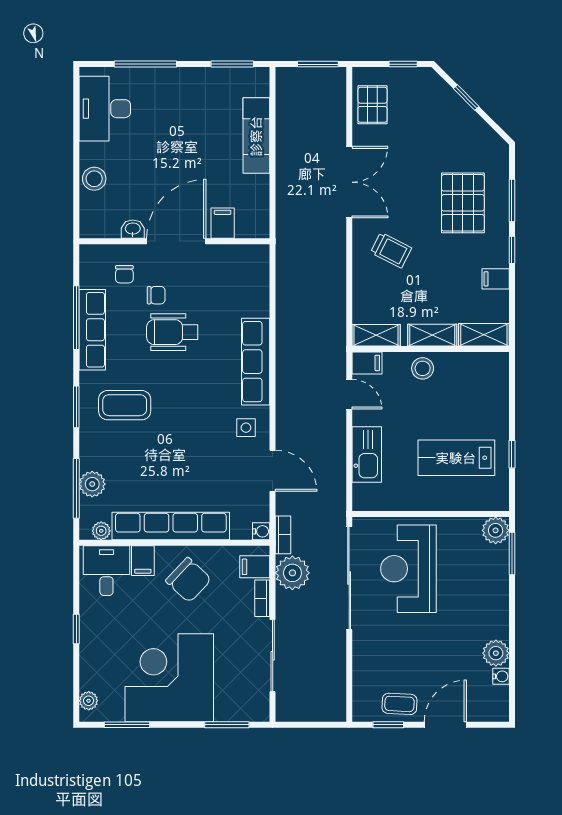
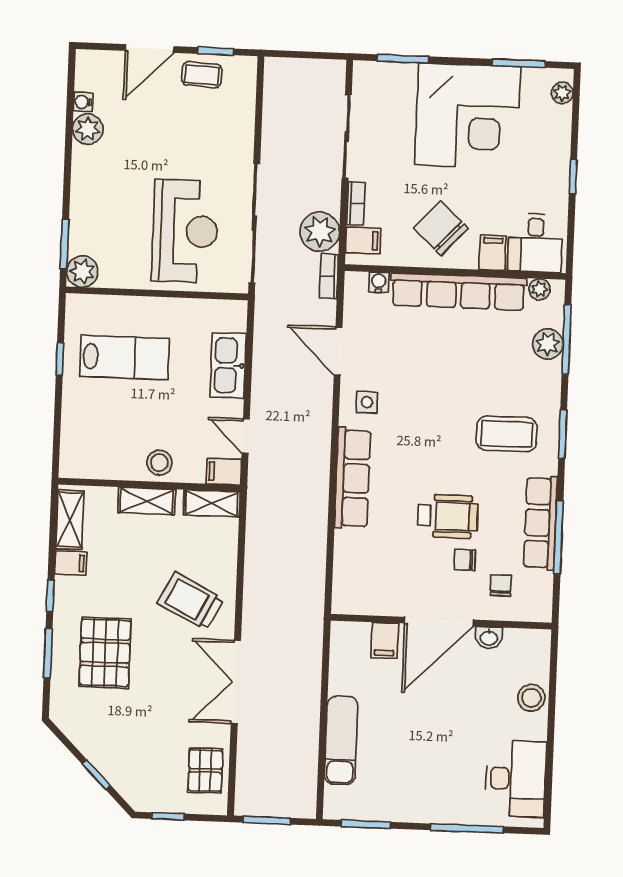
trolley: (391, 250) -> (190, 601), width x1.36, depth x1.39
shelving: (484, 335) -> (70, 520), moved, turned 90
water cooler: (261, 531) -> (379, 282), moved, turned 90

